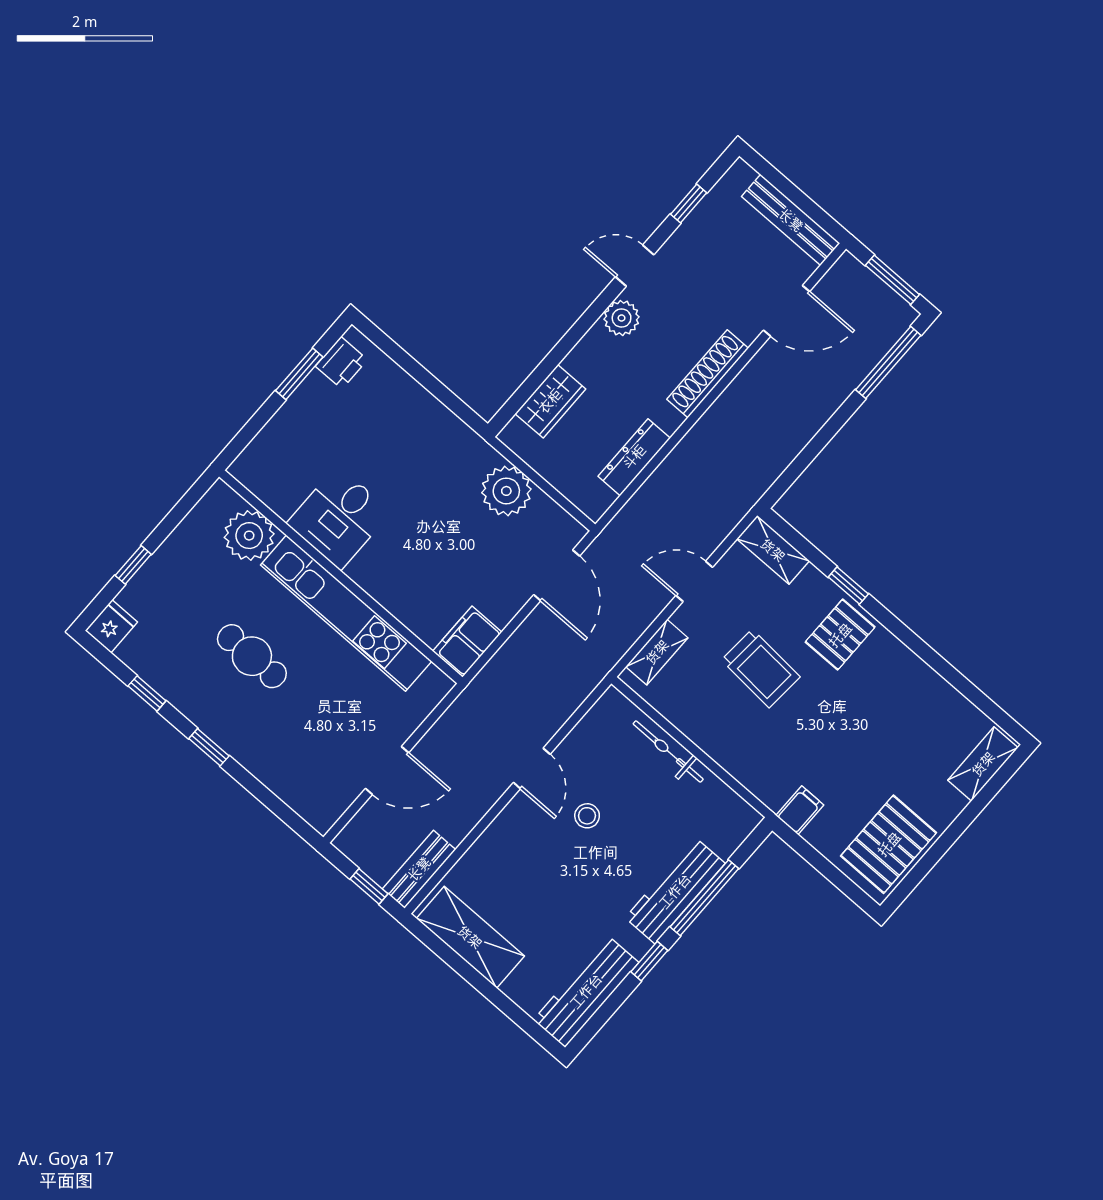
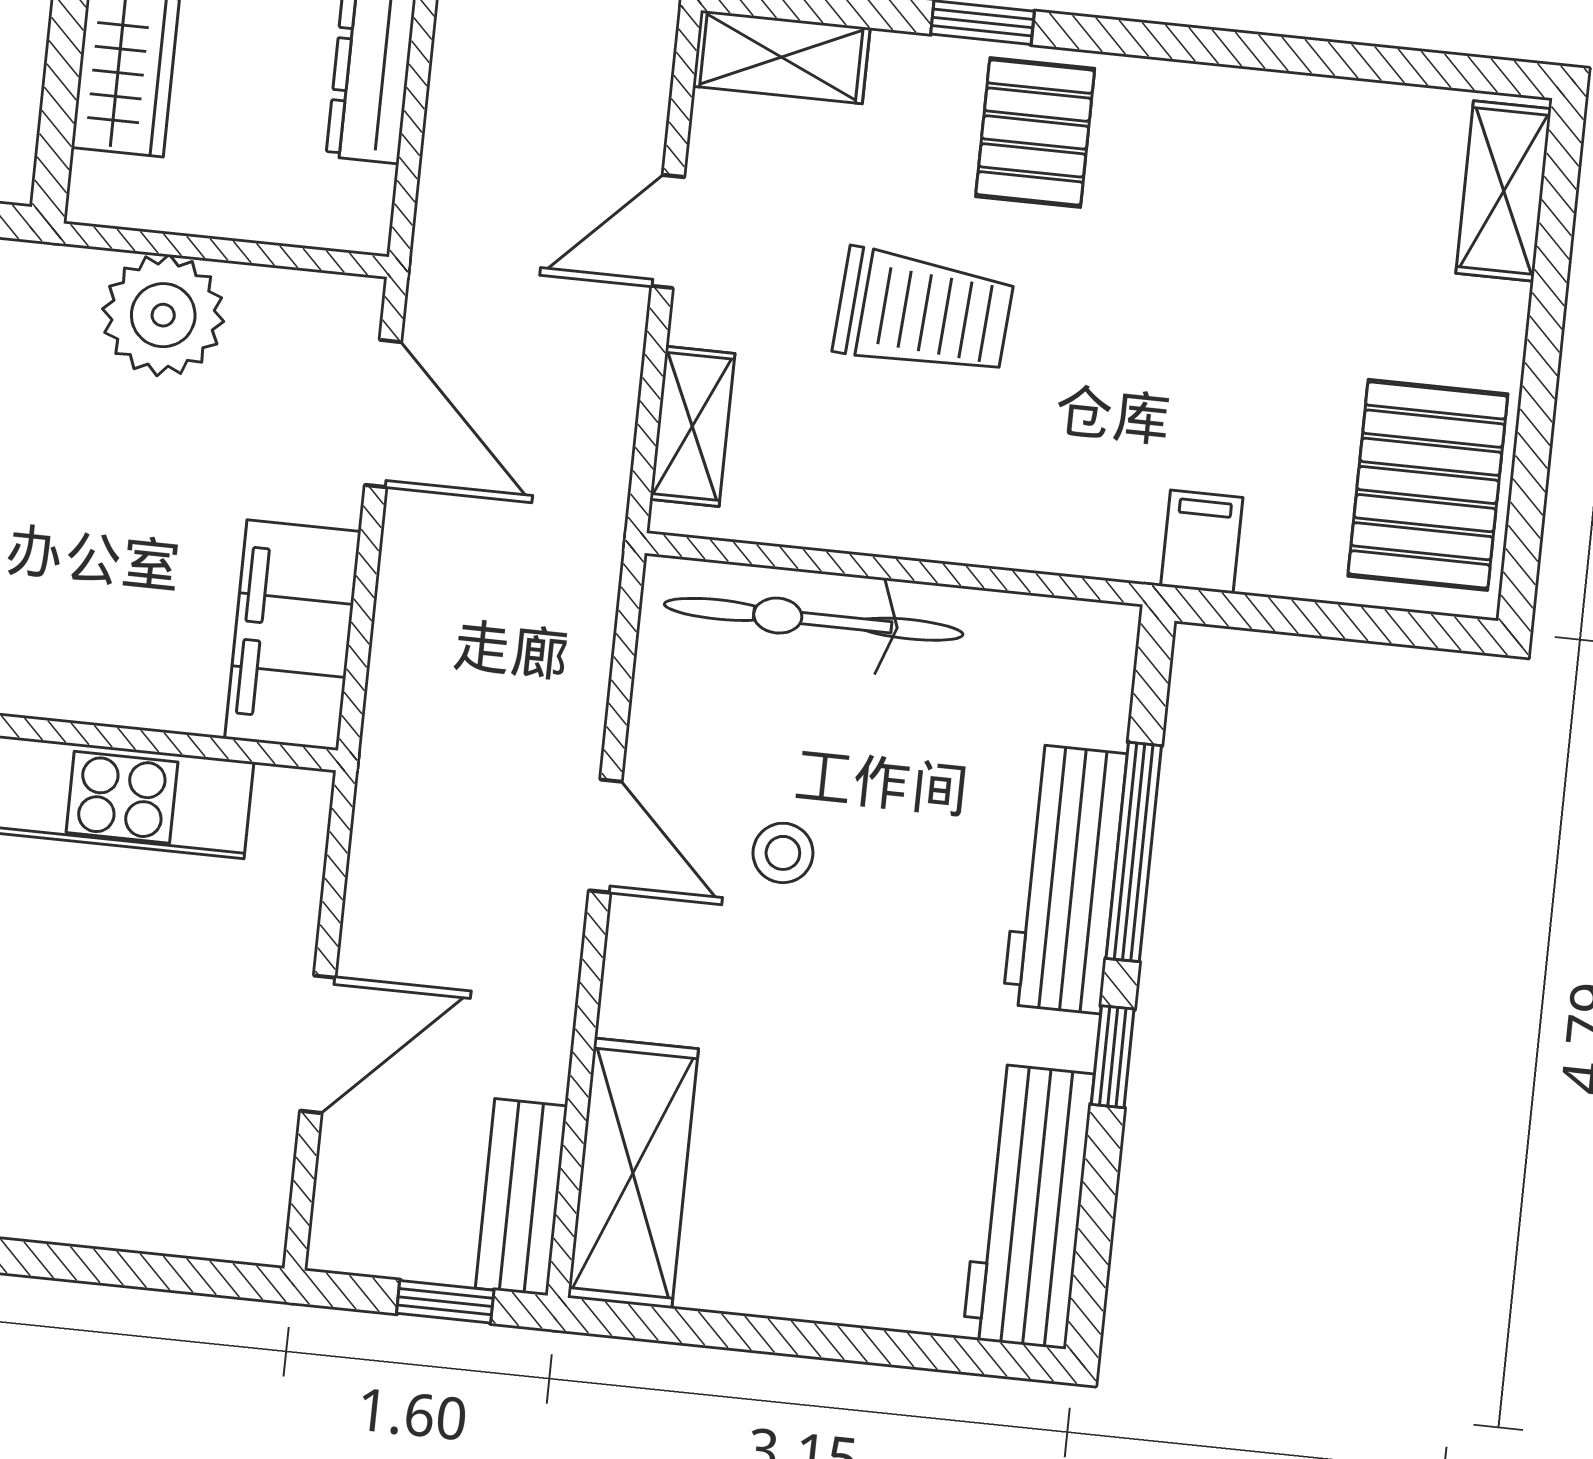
filing cabinet: (467, 642) -> (293, 635), width x1.50, depth x1.17
bicycle: (668, 752) -> (814, 619), width x1.37, depth x1.40
shelving: (470, 937) -> (633, 1173), moved, turned 90

